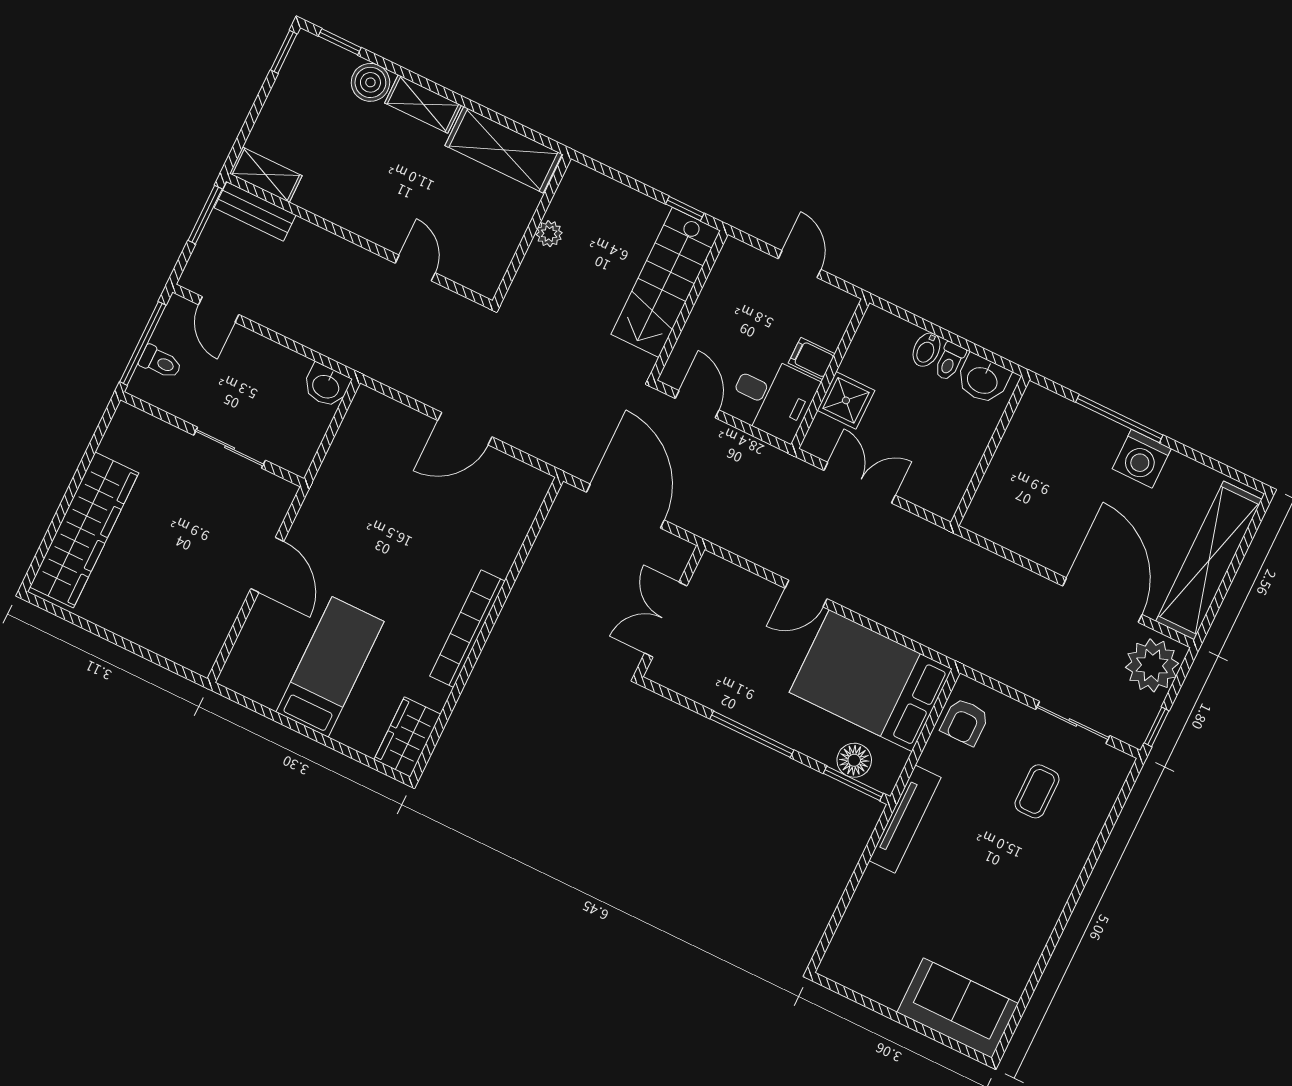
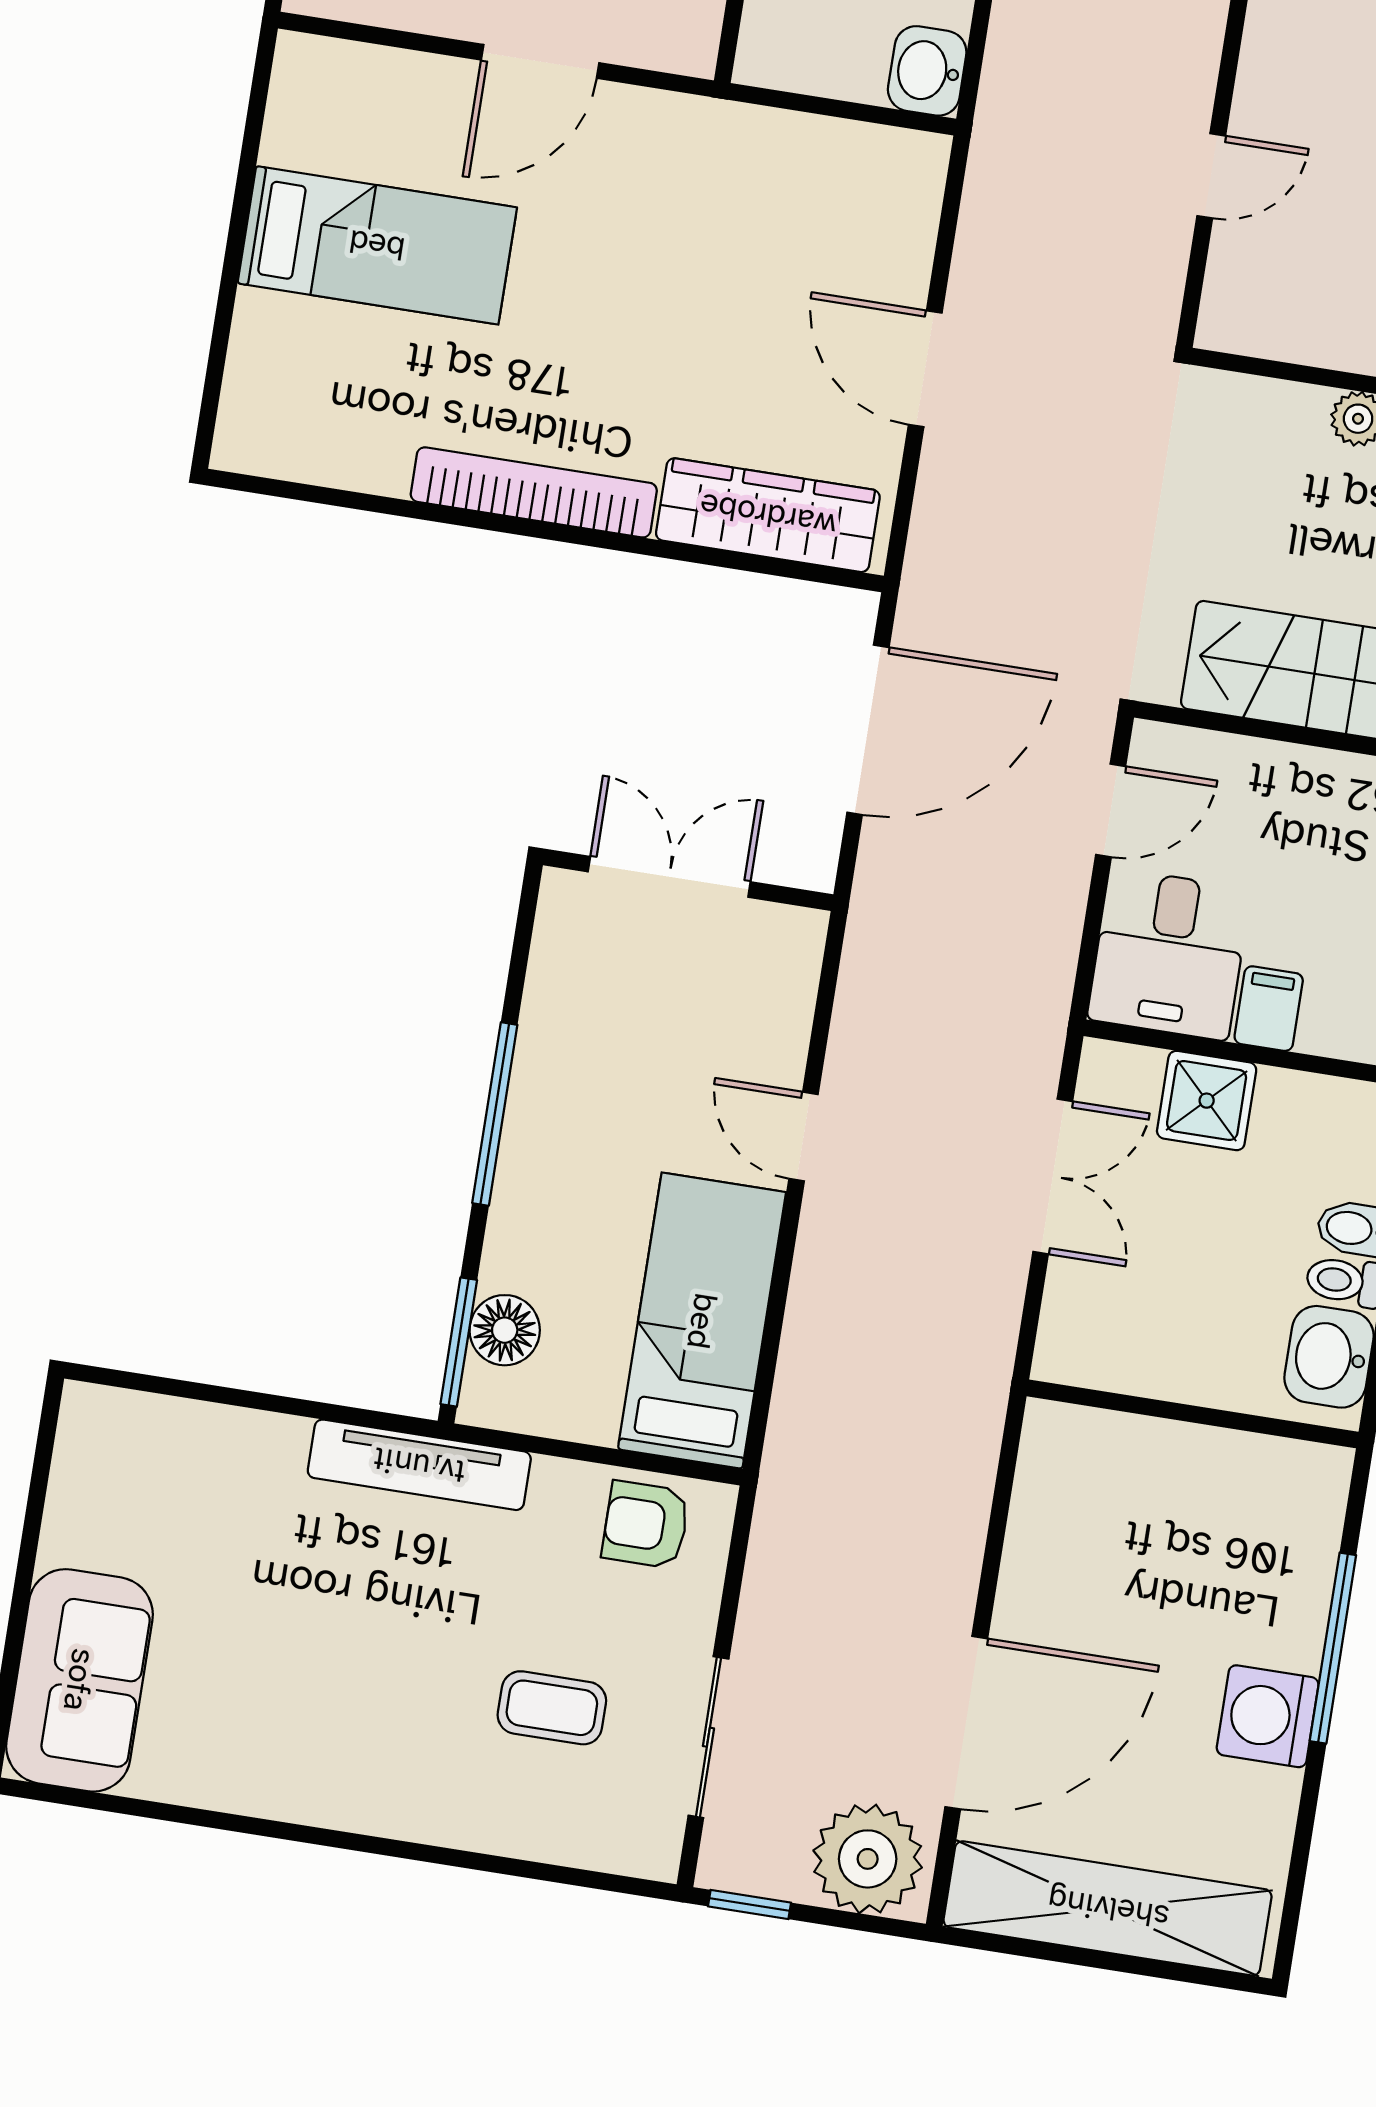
bed: (871, 681) -> (702, 1321), width x0.67
wardrobe: (407, 737) -> (768, 515), moved, width x1.50

